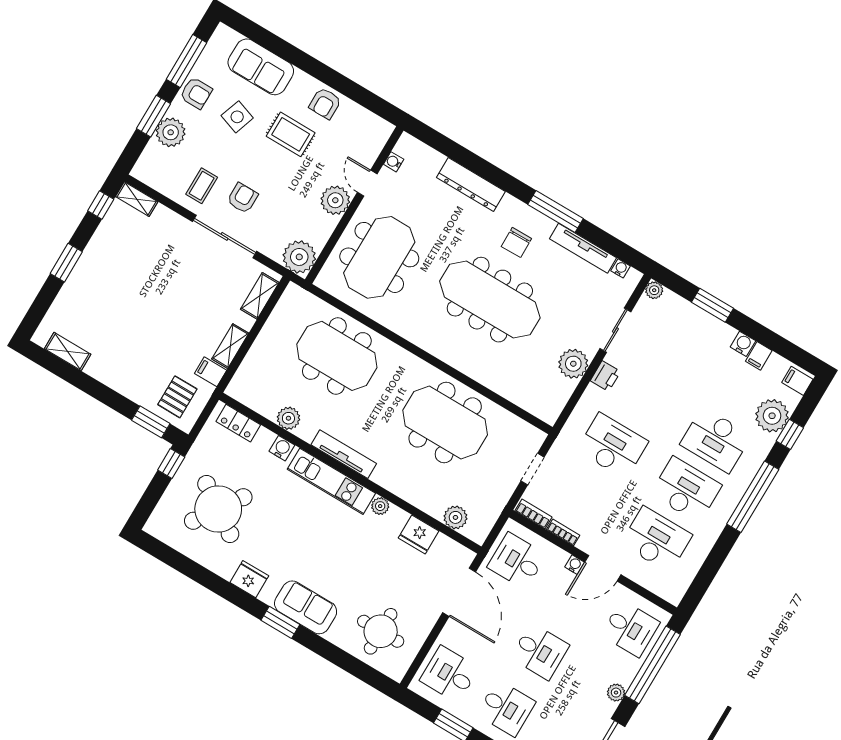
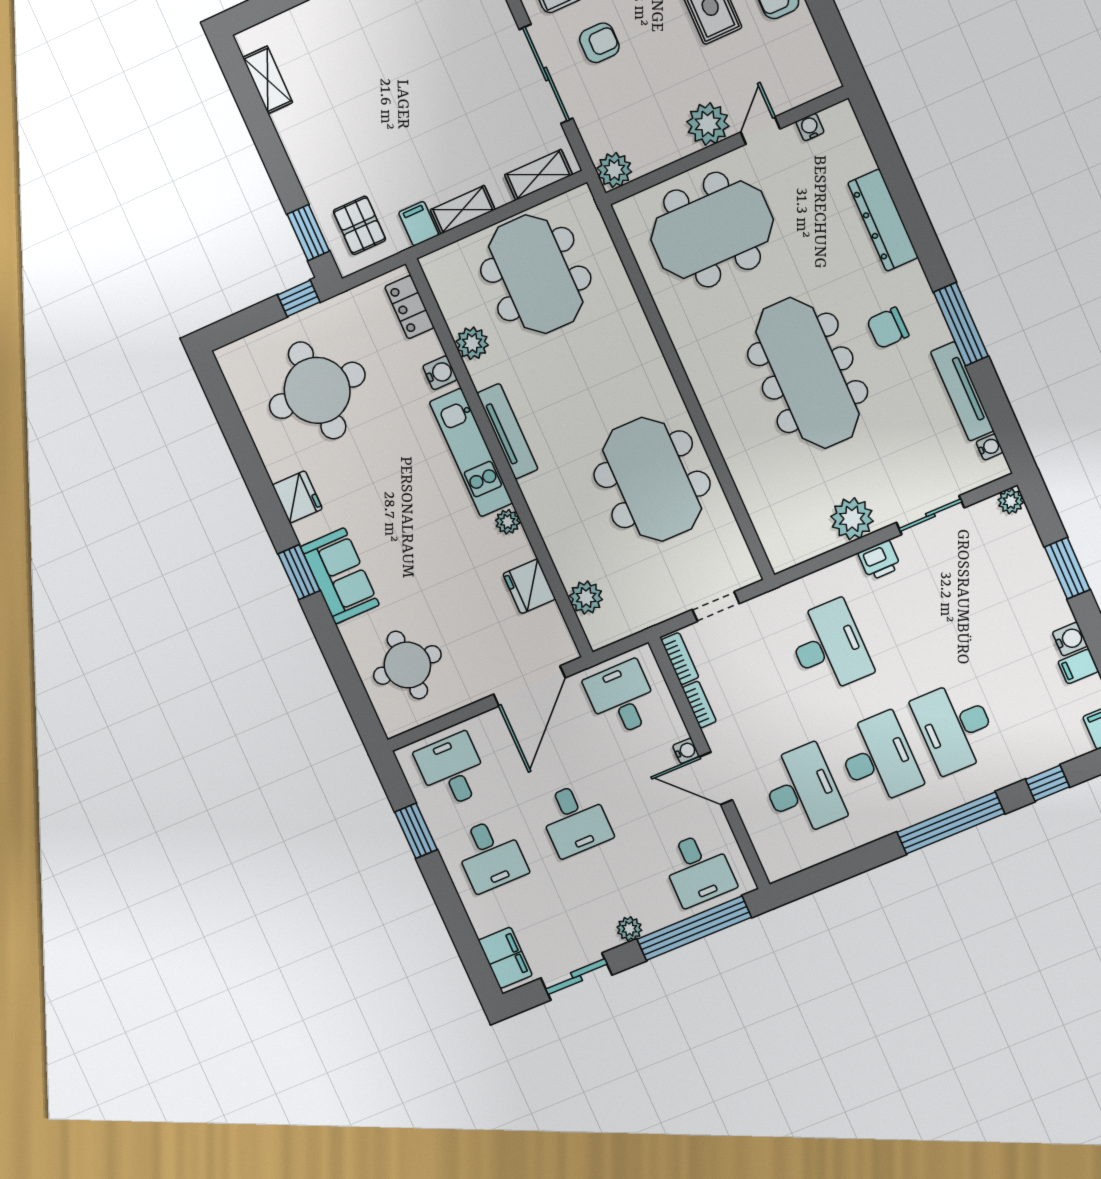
plant: (299, 257) -> (614, 170), width x0.73, depth x0.73
meeting table: (337, 356) -> (536, 274), moved
pallet: (177, 397) -> (359, 225), turned 90
plant: (772, 416) -> (1042, 747), removed
round table: (218, 509) -> (317, 390), turned -34

